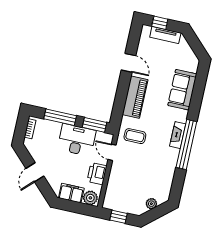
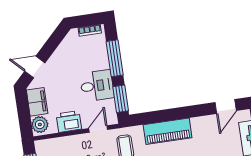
door: (129, 63) -> (226, 106), moved
desk: (77, 140) -> (97, 86), width x0.73
door: (35, 172) -> (35, 67), moved

